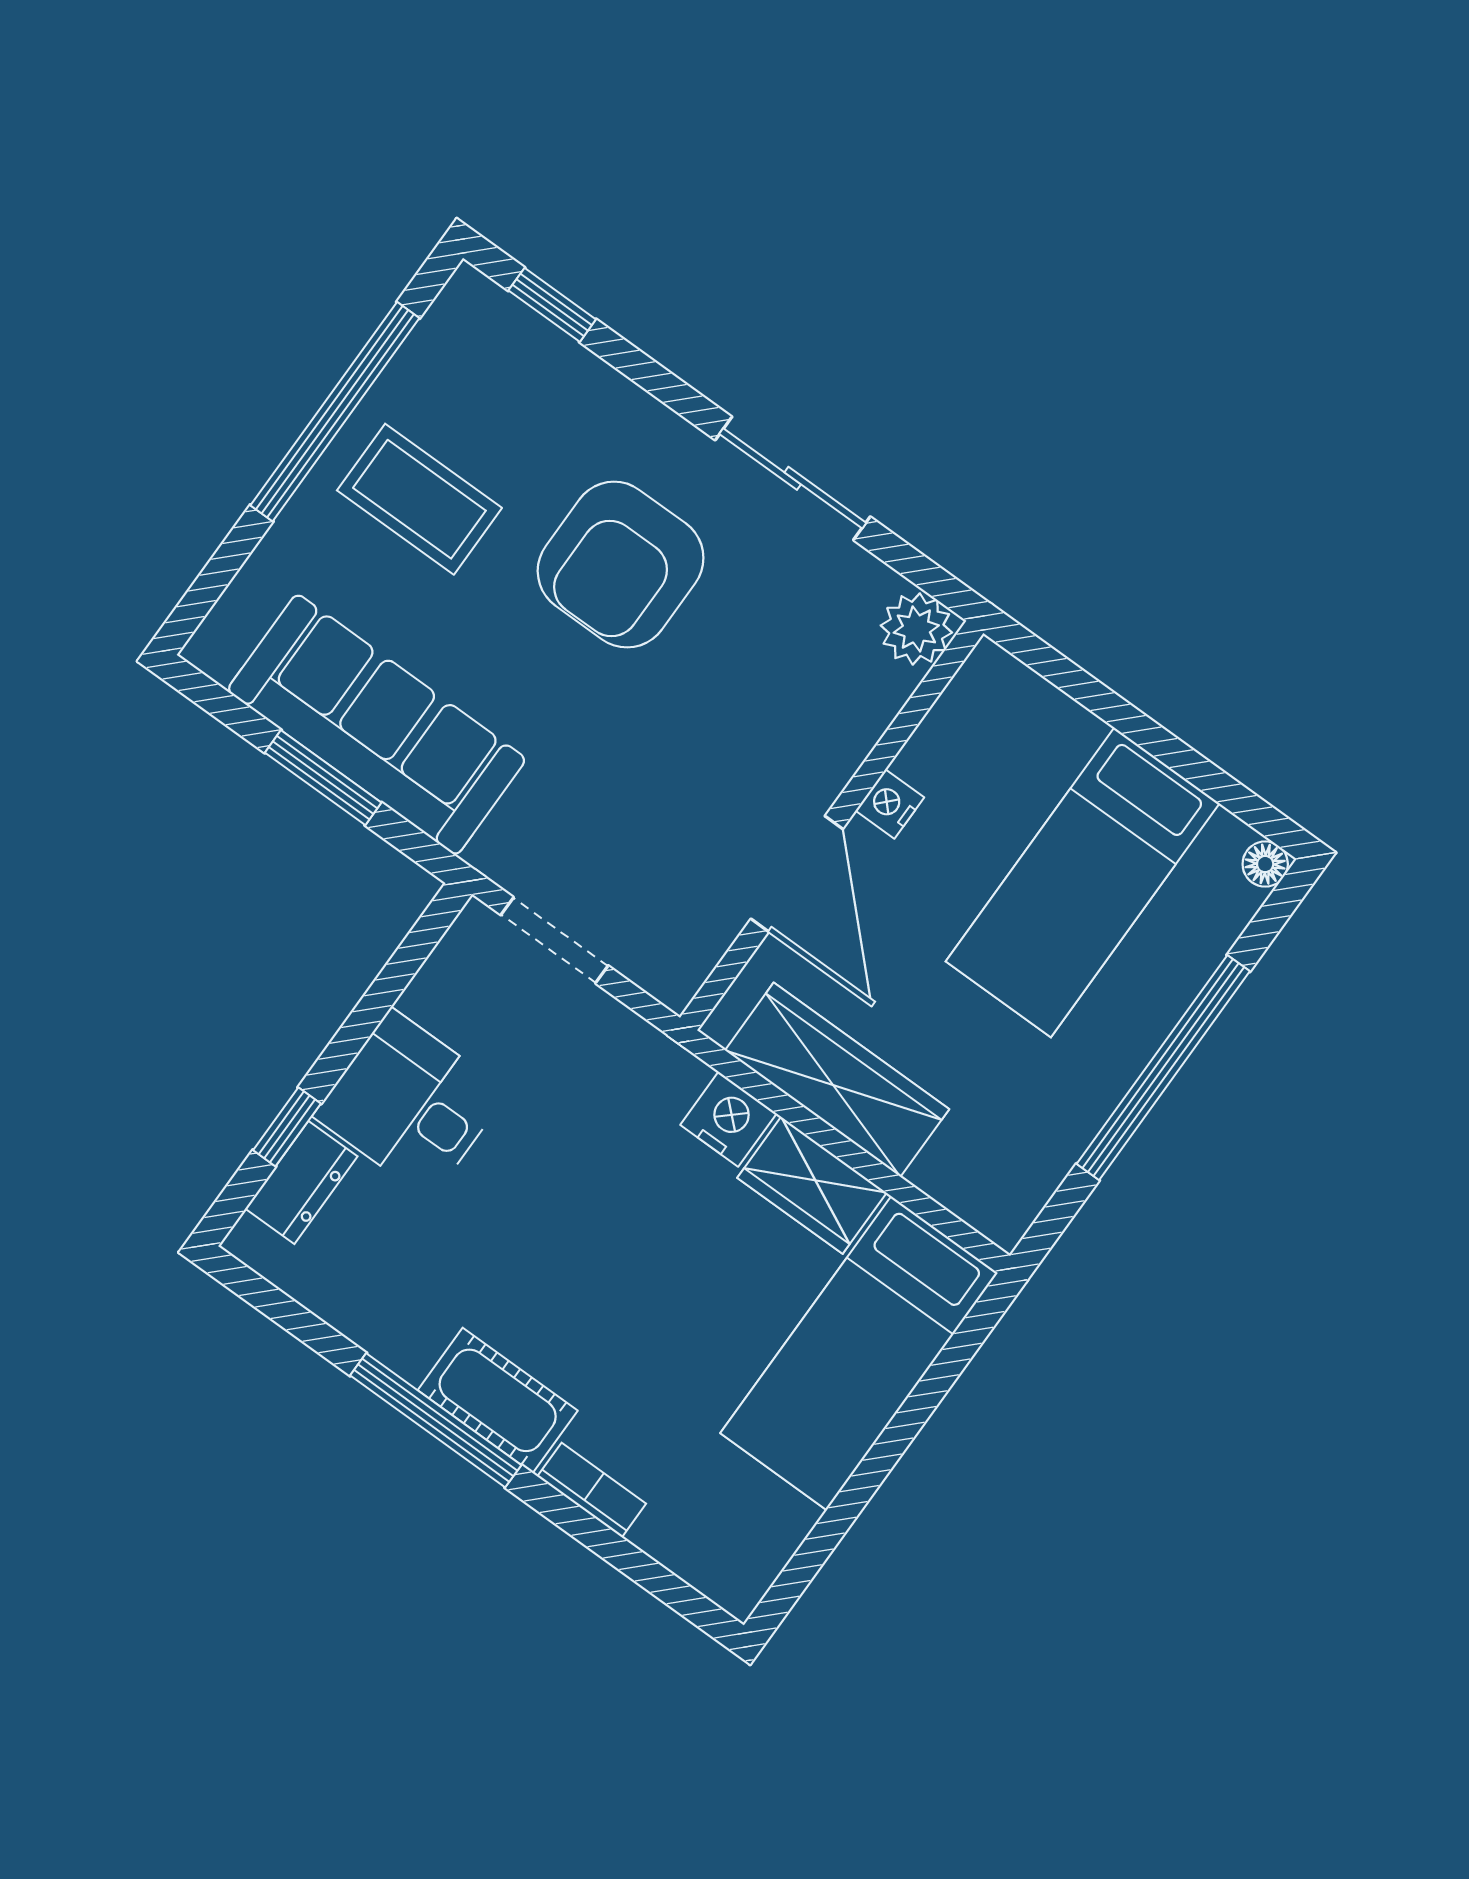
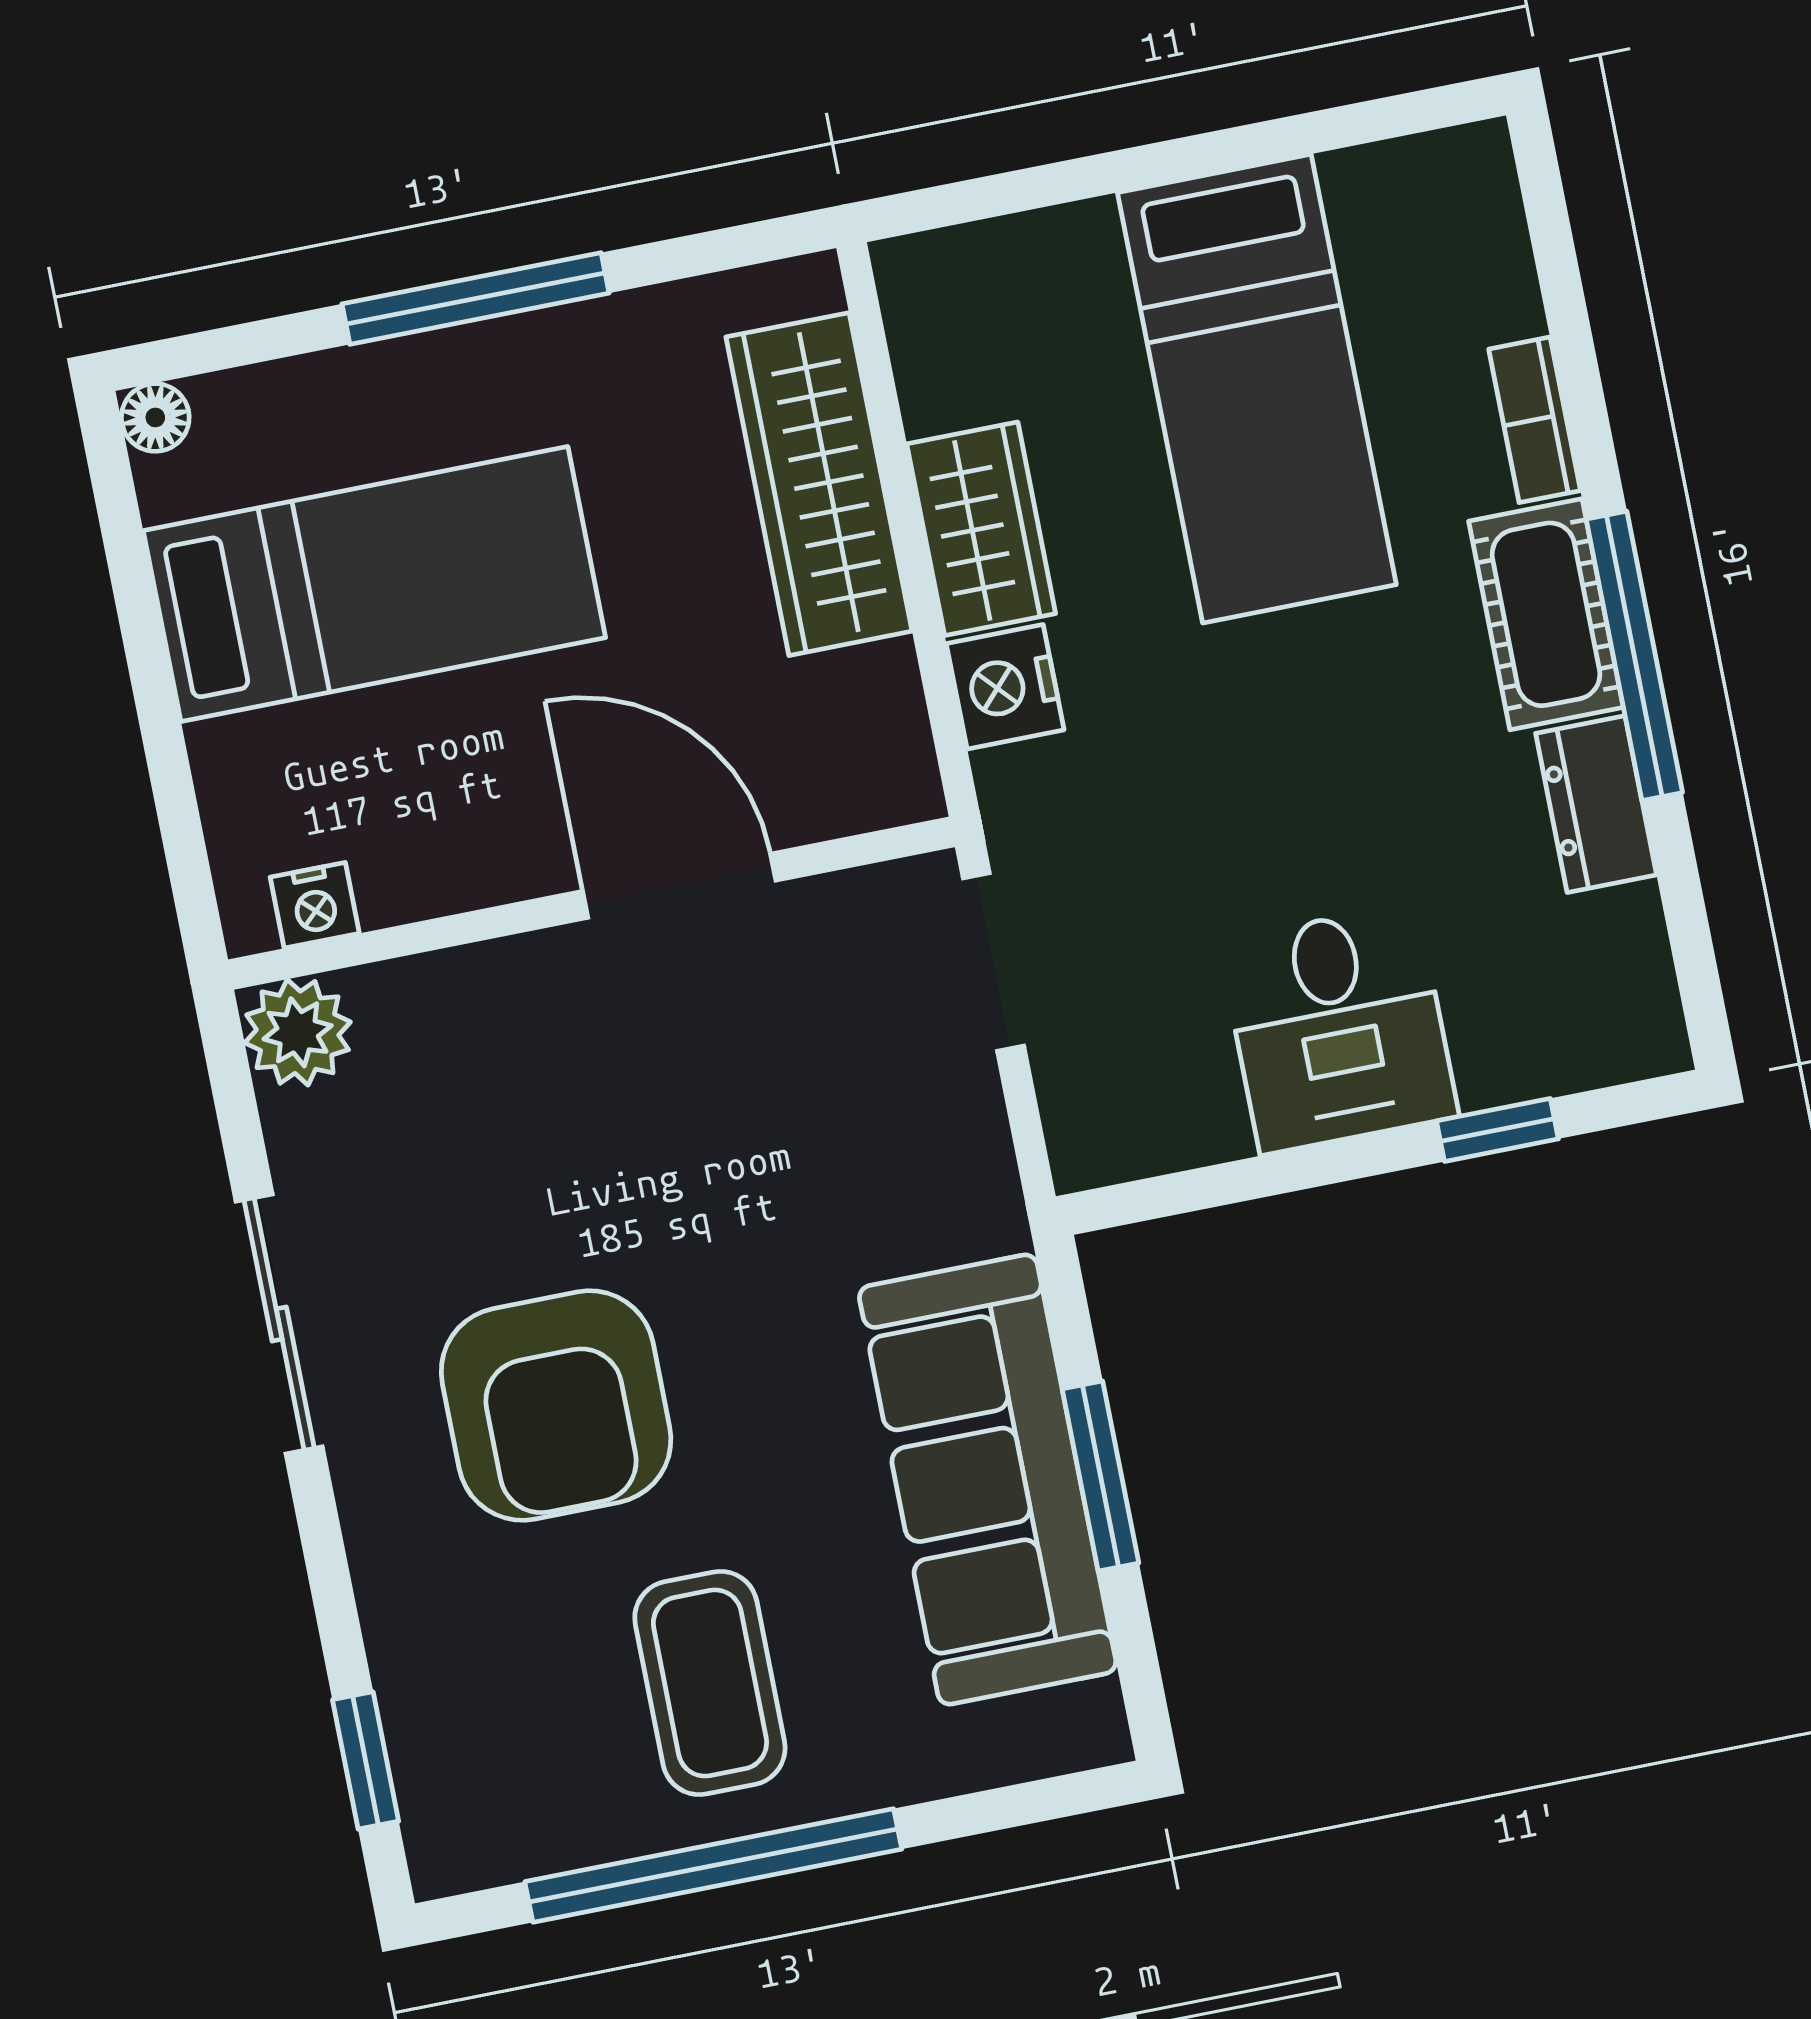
armchair: (621, 565) -> (556, 1406), turned 90
nightstand: (890, 804) -> (315, 905), moved
door: (797, 874) -> (679, 886), hinge flipped
doorway: (555, 940) -> (993, 962), moved
window: (1163, 1068) -> (475, 298), width x0.68
wardrobe: (837, 1080) -> (819, 484), moved
dresser: (301, 1182) -> (1596, 804), moved, turned -90
bed: (859, 1353) -> (1257, 389), moved, turned 90

